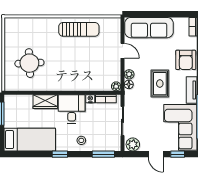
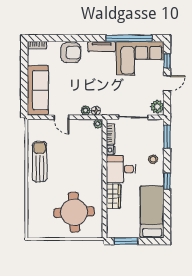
door: (123, 51) -> (61, 117), swing flipped
round table: (29, 63) -> (74, 212), width x1.36, depth x1.36
rug: (160, 84) -> (95, 79), removed

